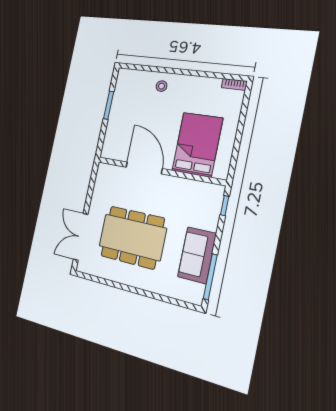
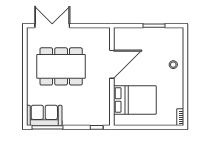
dining table: (132, 237) -> (61, 66), turned 90
sofa: (197, 255) -> (44, 115), moved

